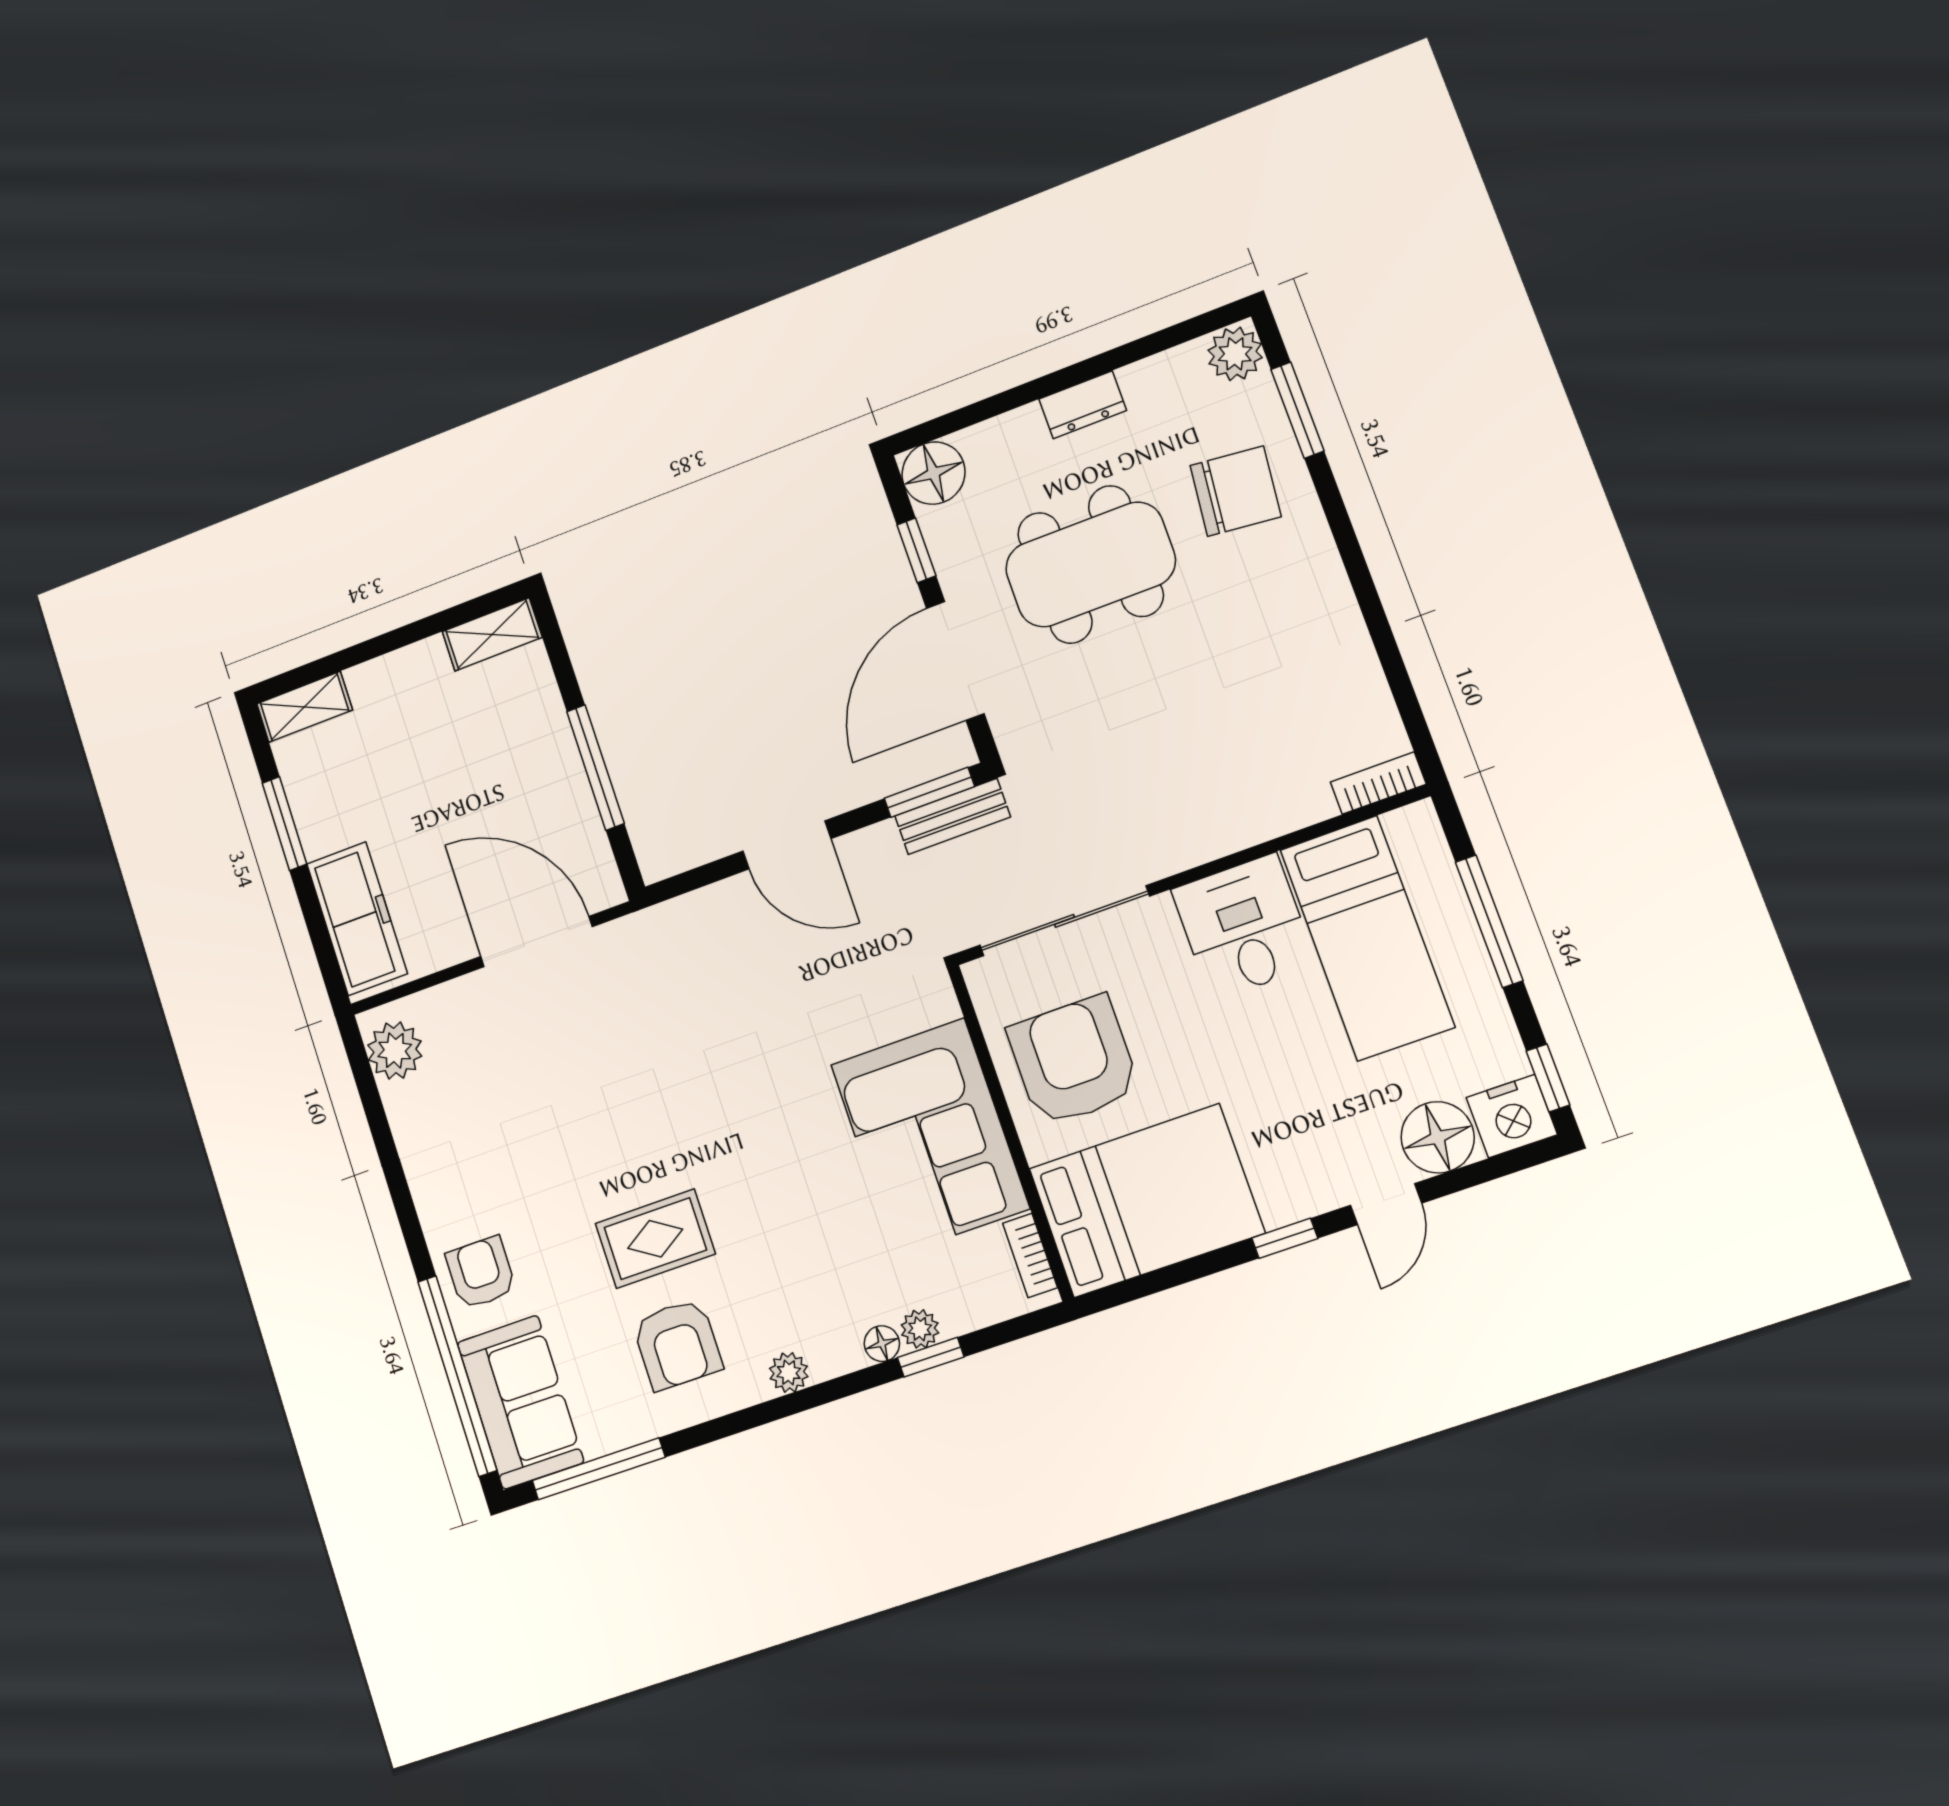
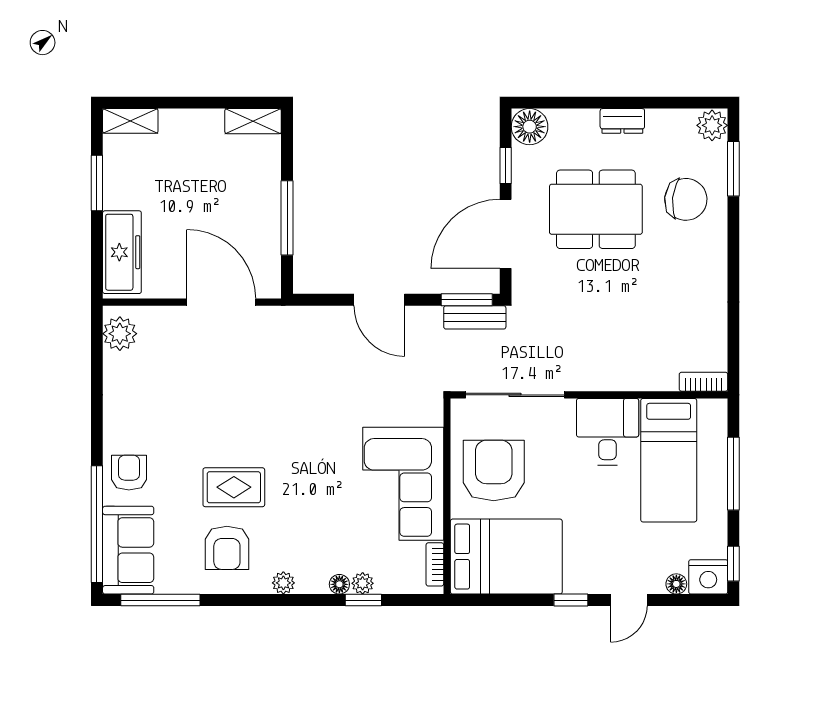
floor lamp: (1438, 1137) -> (676, 584), width x0.53, depth x0.53

